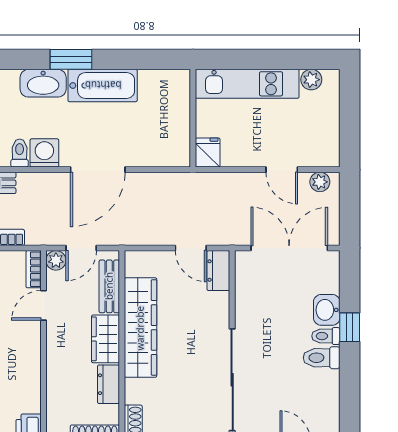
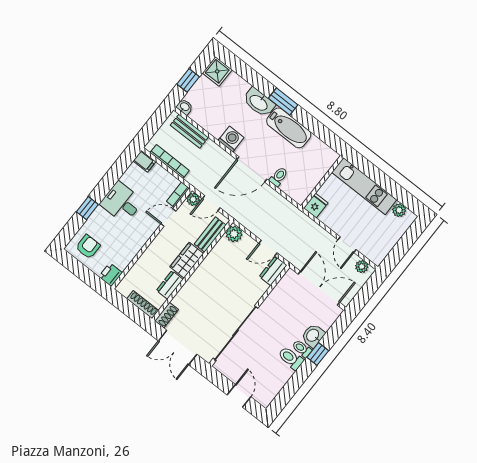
toilet: (20, 153) -> (279, 177), moved
door: (191, 248) -> (268, 248), hinge flipped
plant: (137, 263) -> (234, 234), added
wardrobe: (140, 328) -> (209, 269), removed

